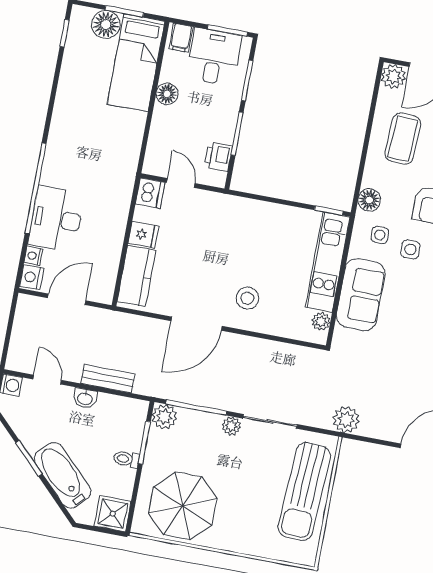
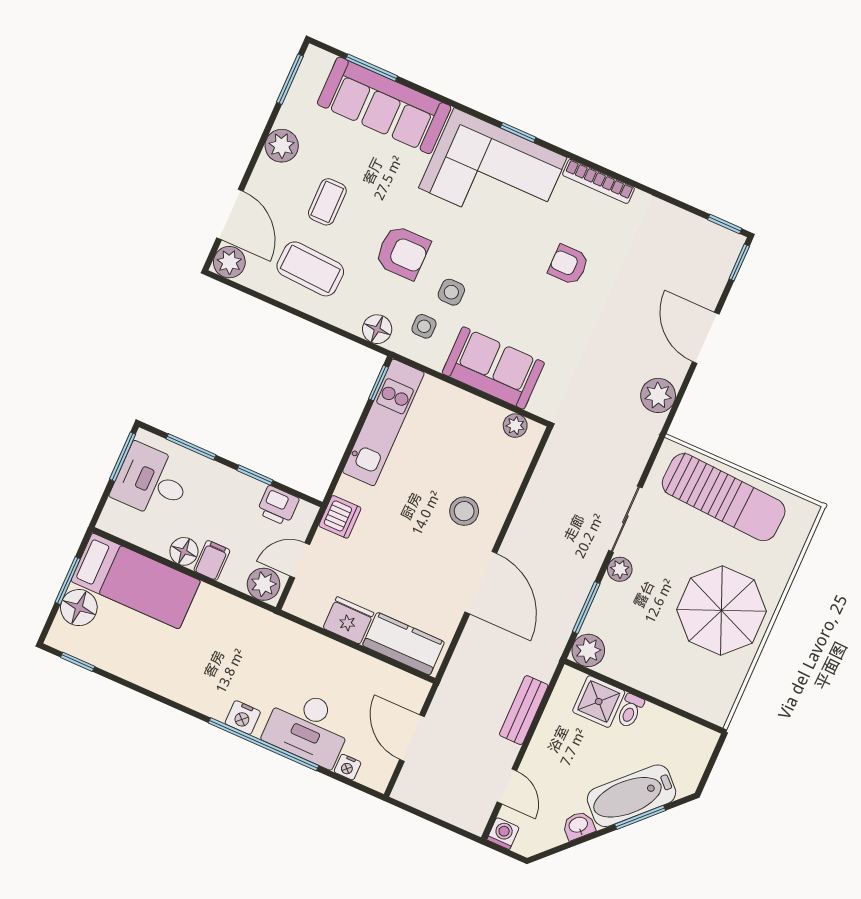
filing cabinet: (181, 38) -> (212, 560), moved, turned -90
window: (237, 134) -> (255, 475), width x0.67
plant: (156, 160) -> (264, 584), added
dishwasher: (150, 193) -> (340, 517), moved, turned 90
fridge: (143, 235) -> (348, 620), width x1.38
kitchen unit: (328, 262) -> (383, 422), moved, turned -90
nightstand: (32, 277) -> (243, 718), moved
door: (47, 380) -> (507, 786), swing flipped
washbasin: (85, 398) -> (579, 825), moved, turned -135
window: (196, 408) -> (586, 608), width x0.69
plant: (346, 420) -> (658, 395), moved
window: (144, 443) -> (615, 683), removed
window: (29, 458) -> (640, 817), moved
parasol: (183, 506) -> (721, 611), moved
shower: (113, 514) -> (599, 702), moved

